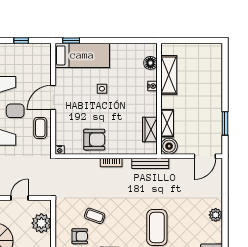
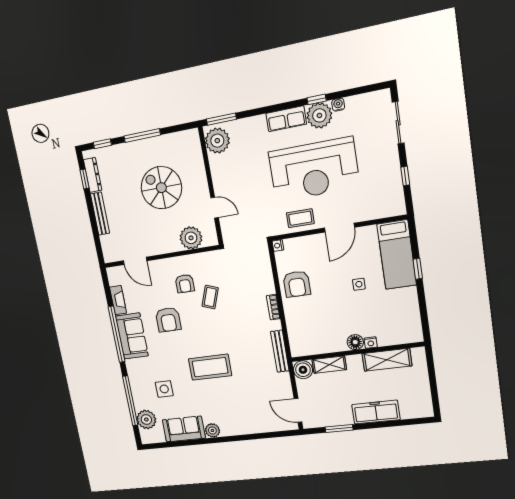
window: (71, 41) -> (418, 269), moved
floor lamp: (150, 63) -> (355, 342), moved
freezer: (213, 90) -> (376, 412), added
door: (53, 97) -> (339, 228), swing flipped
wardrobe: (150, 130) -> (319, 346), removed
plant: (216, 215) -> (212, 430), moved

